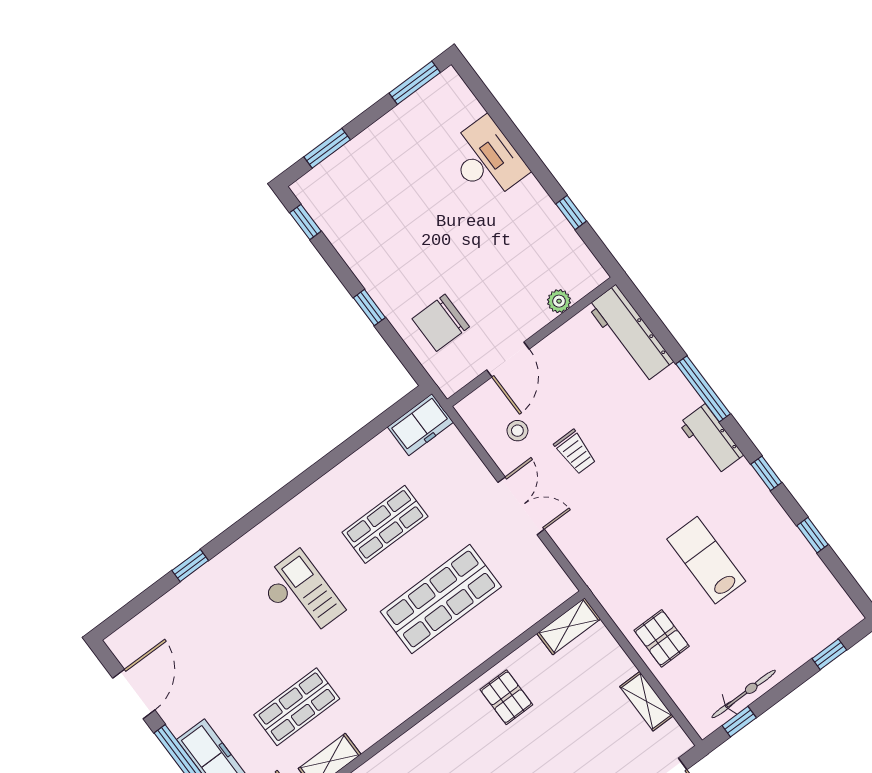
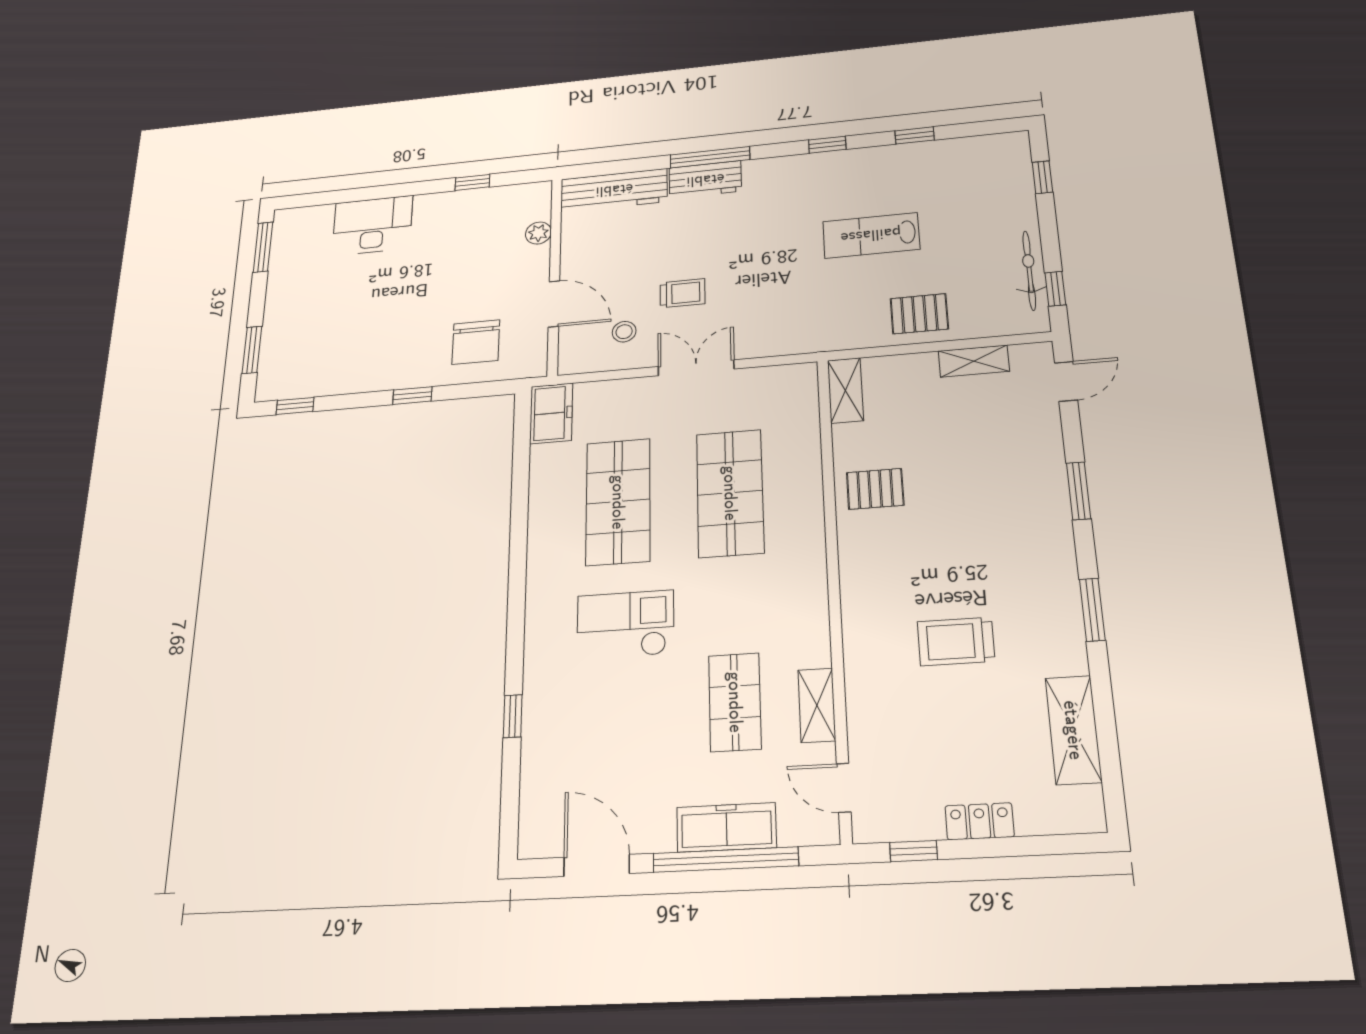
workbench: (711, 439) -> (705, 180), moved
shop shelf: (385, 524) -> (618, 502), width x1.43, depth x1.36

